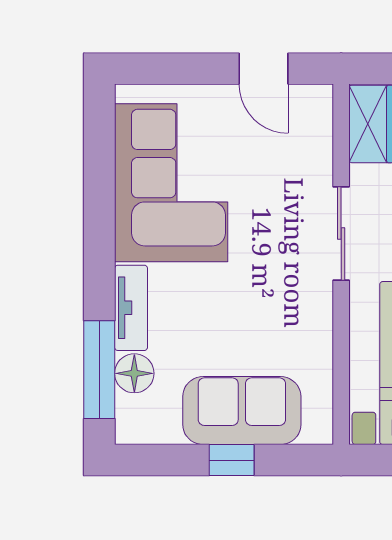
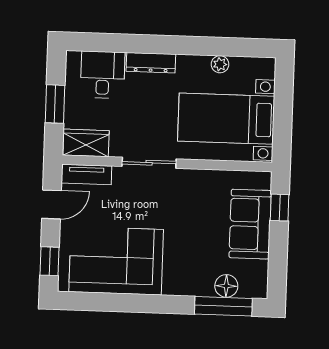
window: (166, 69) -> (50, 261), added
tv unit: (131, 308) -> (86, 175), moved, turned 180
window: (232, 460) -> (280, 208), moved

